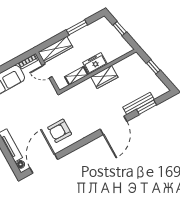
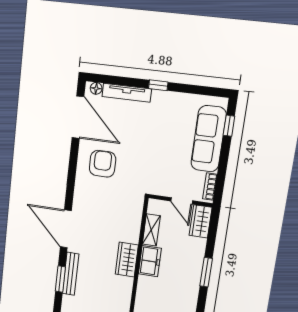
wardrobe: (55, 50) -> (201, 221), width x0.67
door: (47, 71) -> (182, 201), swing flipped

